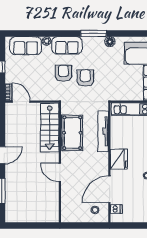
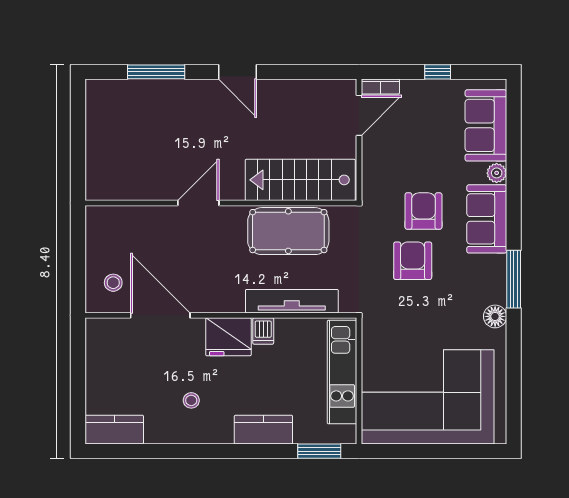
armchair: (63, 73) -> (423, 211), turned -90
armchair: (85, 78) -> (413, 261), turned -90
dishwasher: (116, 209) -> (263, 331), moved

